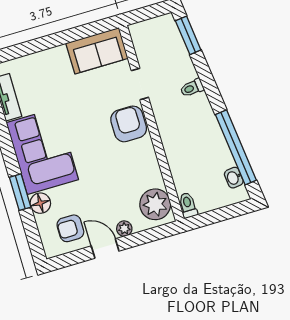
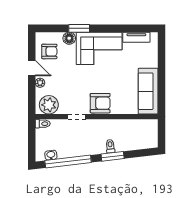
window: (188, 35) -> (113, 156), moved
sofa: (97, 51) -> (148, 91), width x1.36
doorway: (140, 84) -> (76, 117), moved
armchair: (70, 228) -> (49, 51), turned 90
door: (105, 249) -> (32, 68), hinge flipped

